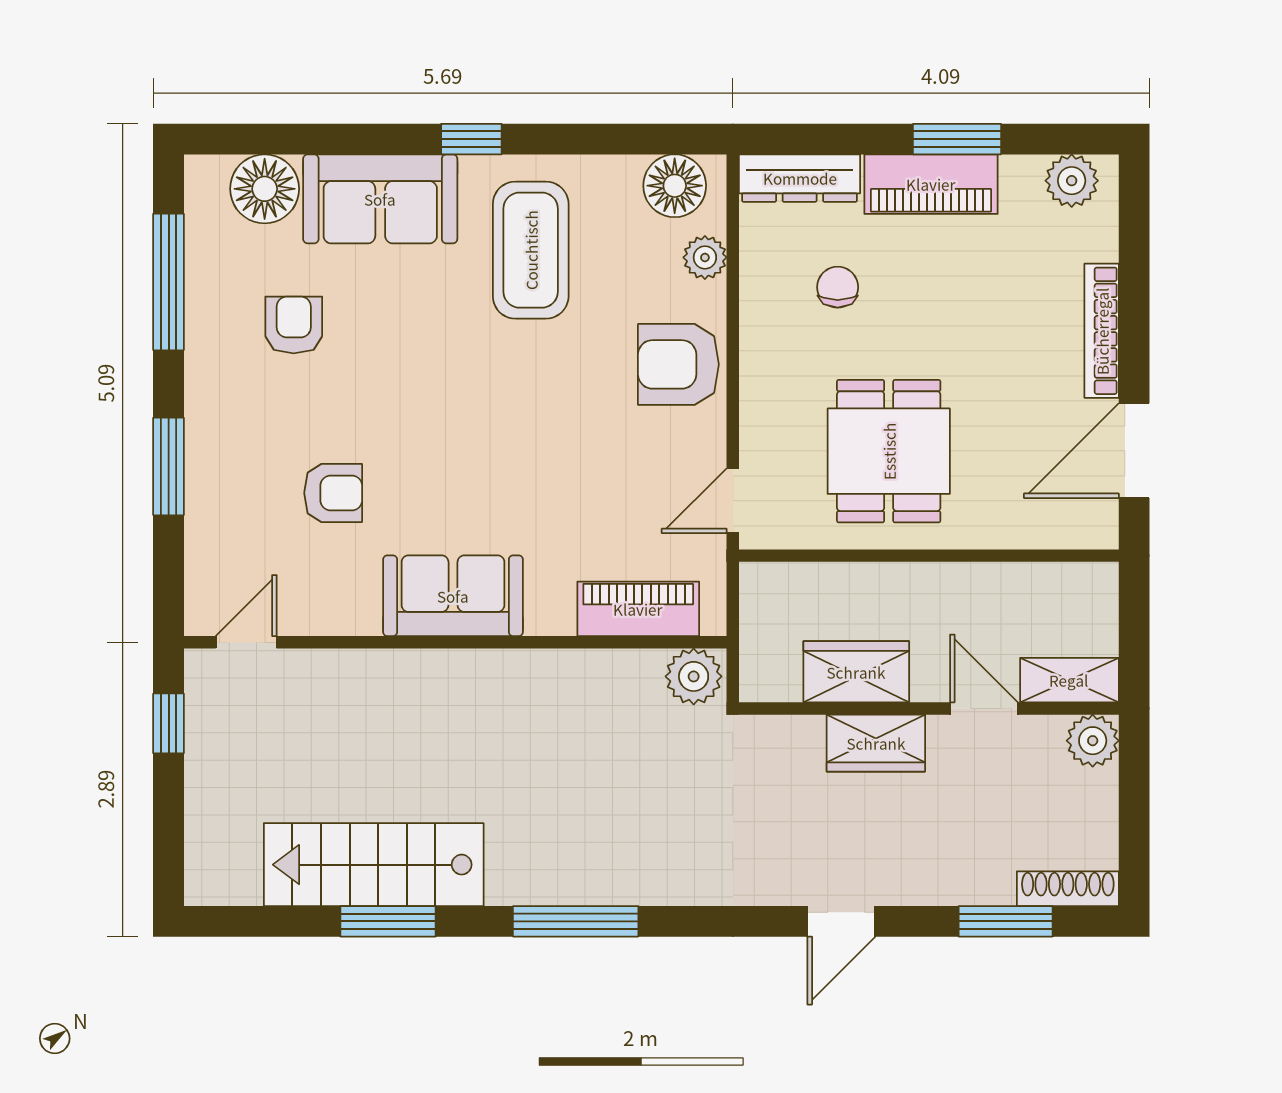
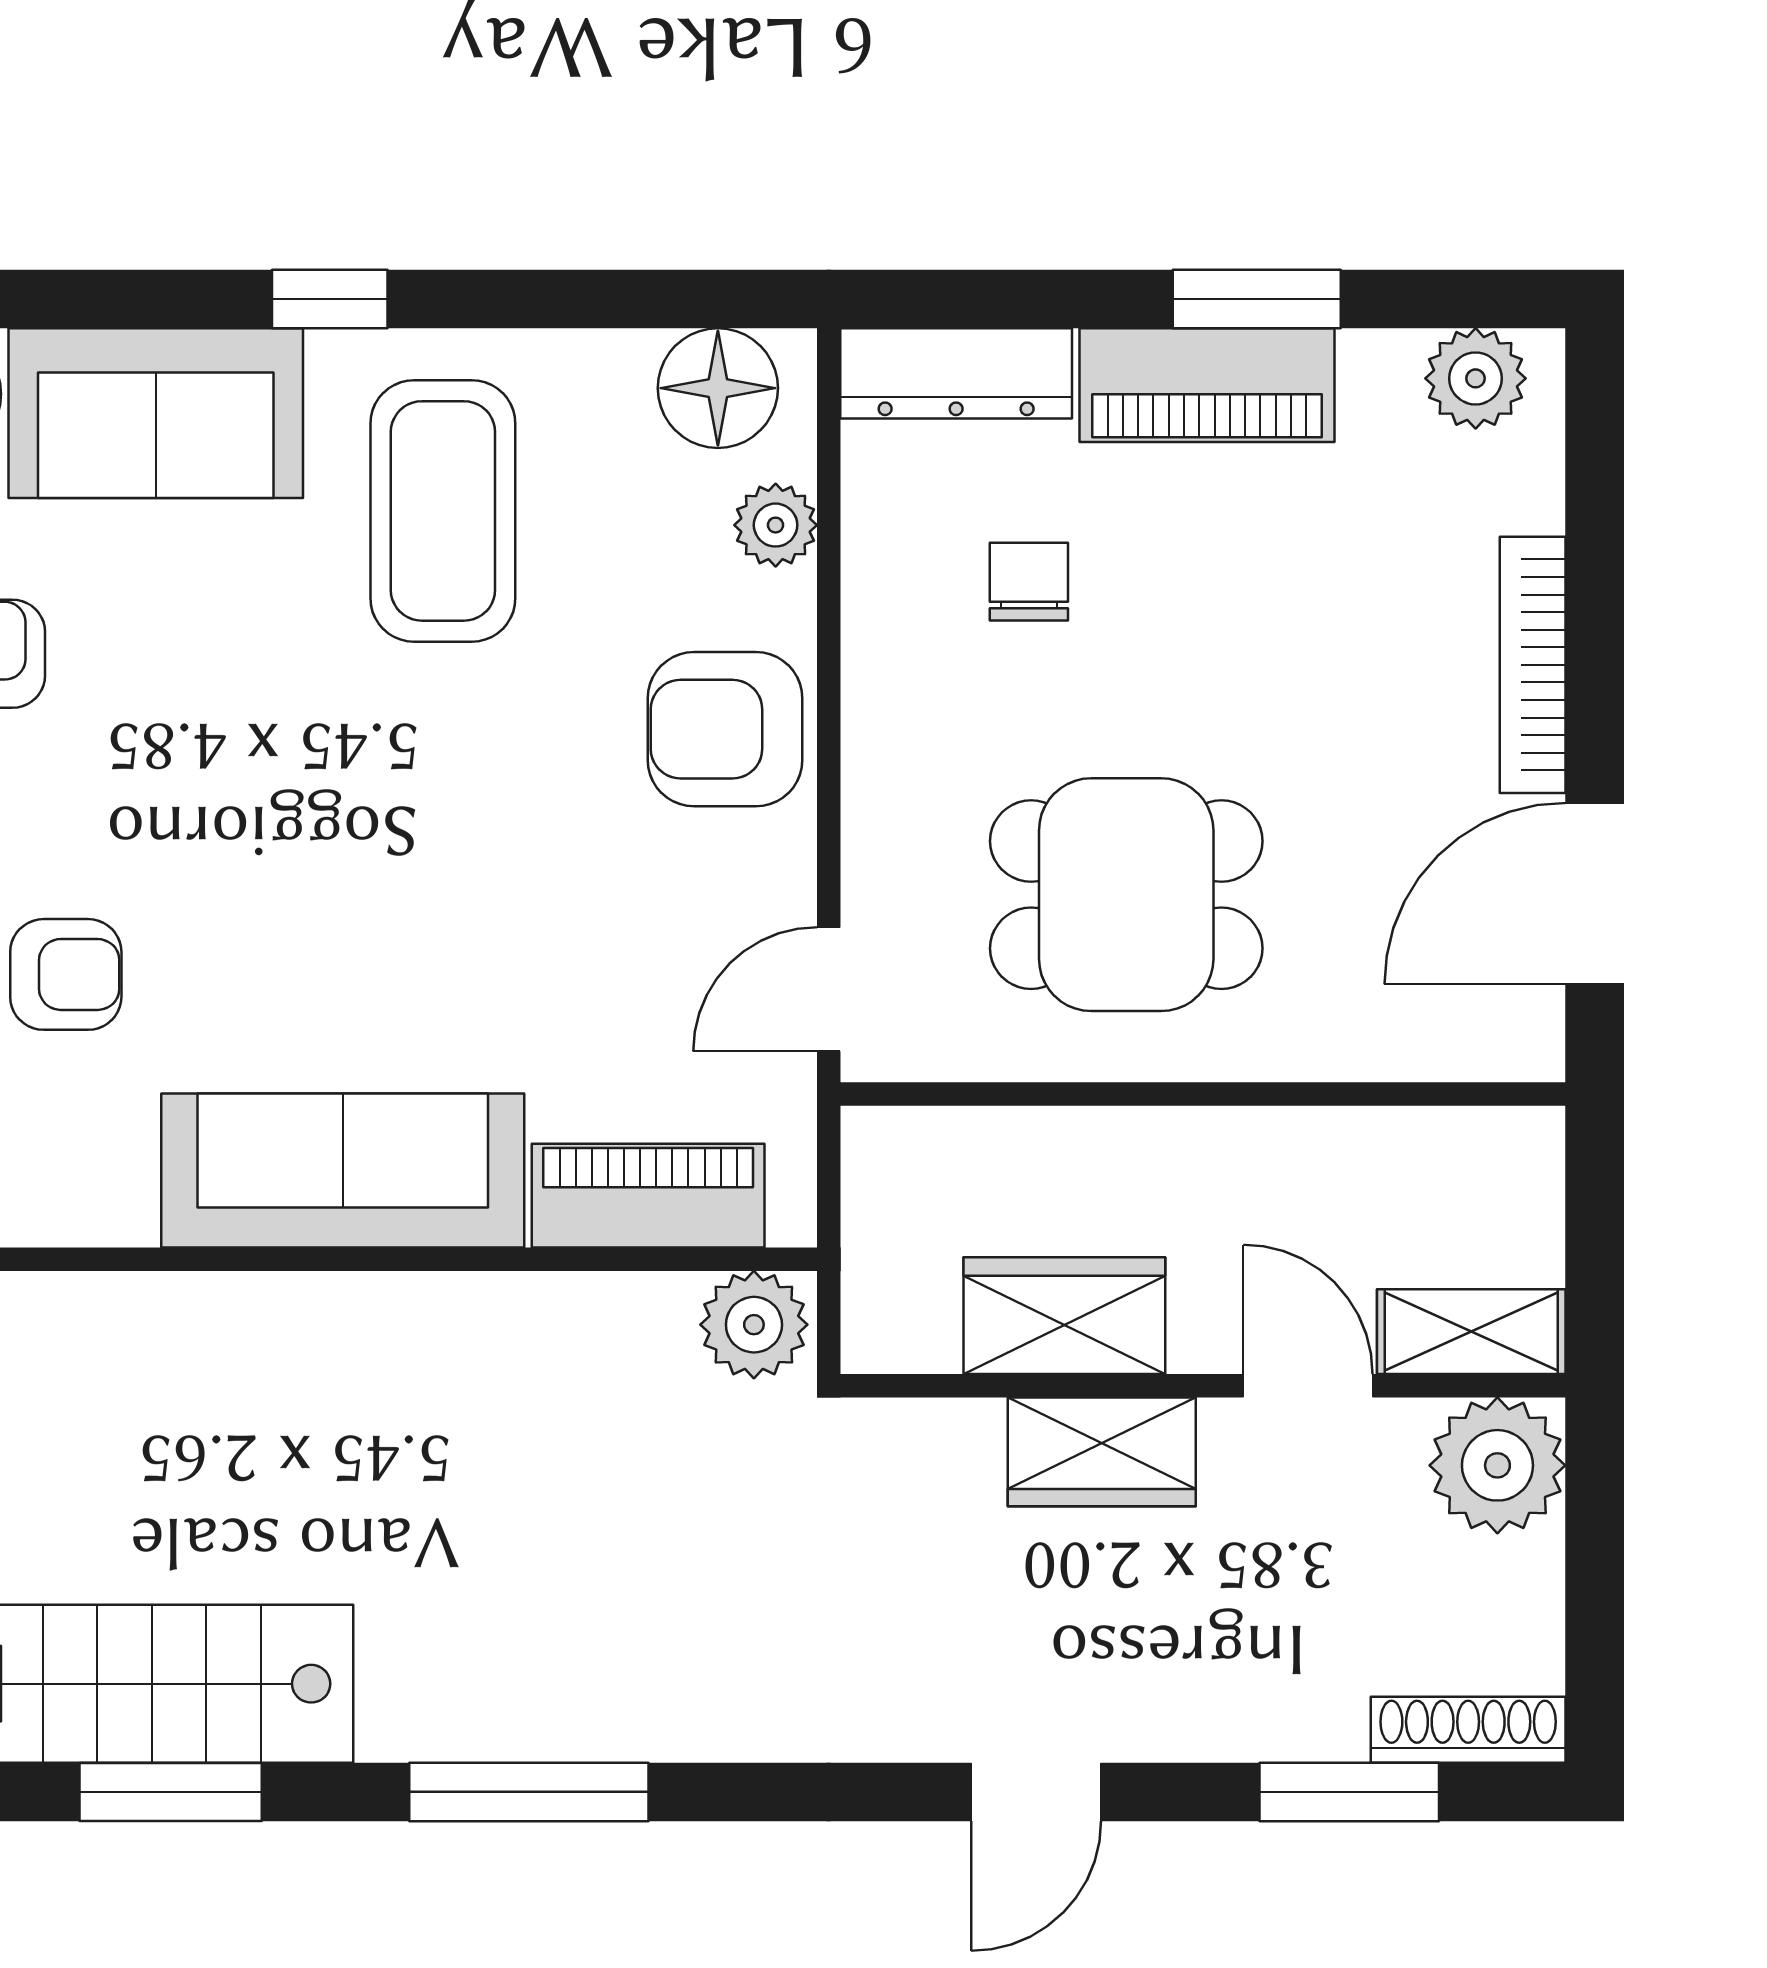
dining table: (889, 451) -> (1126, 895), turned 90
sofa: (453, 596) -> (343, 1171), width x1.36
plant: (1093, 741) -> (1497, 1465), width x1.36, depth x1.36

